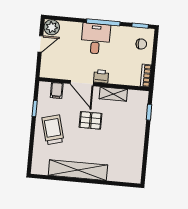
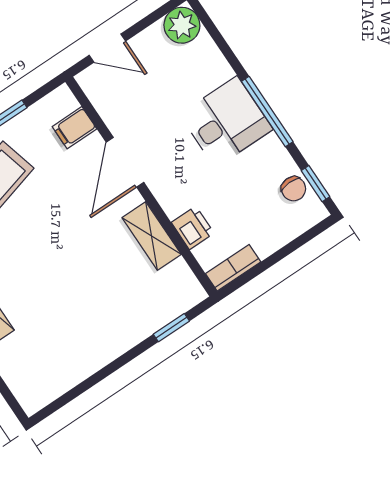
door: (40, 44) -> (107, 48), moved
chair: (141, 44) -> (294, 189), moved
printer: (101, 76) -> (193, 228), moved
pallet: (91, 120) -> (70, 233), removed

